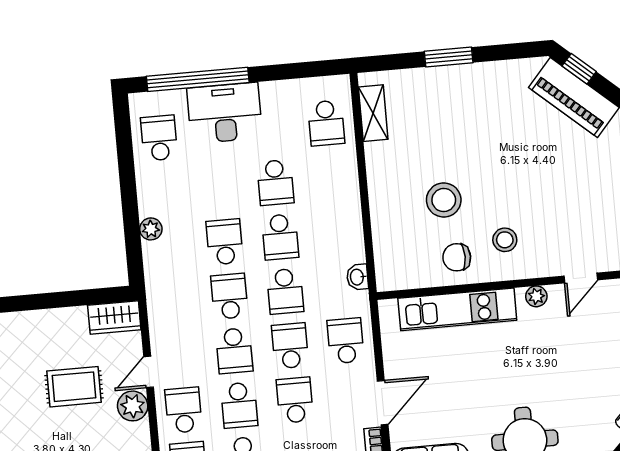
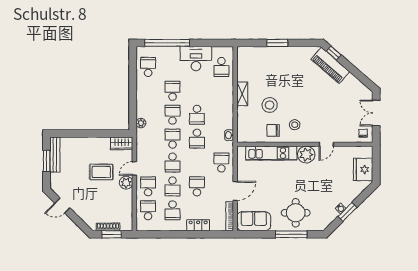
desk: (225, 113) -> (196, 59), moved
shelving: (373, 113) -> (242, 94), moved
school desk: (275, 182) -> (173, 91), moved, turned 180
plant: (151, 229) -> (141, 123), moved
plant: (536, 296) -> (306, 155), width x1.87, depth x1.87
school desk: (290, 346) -> (197, 163), removed

